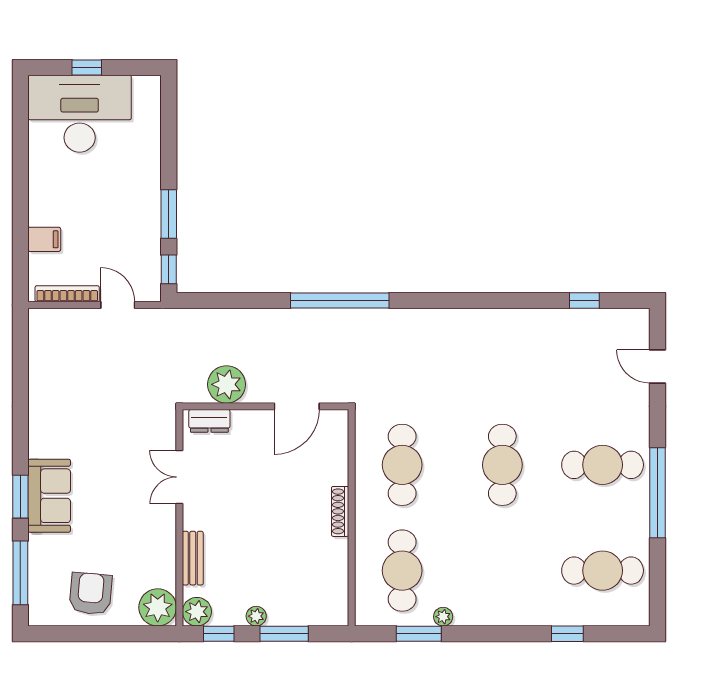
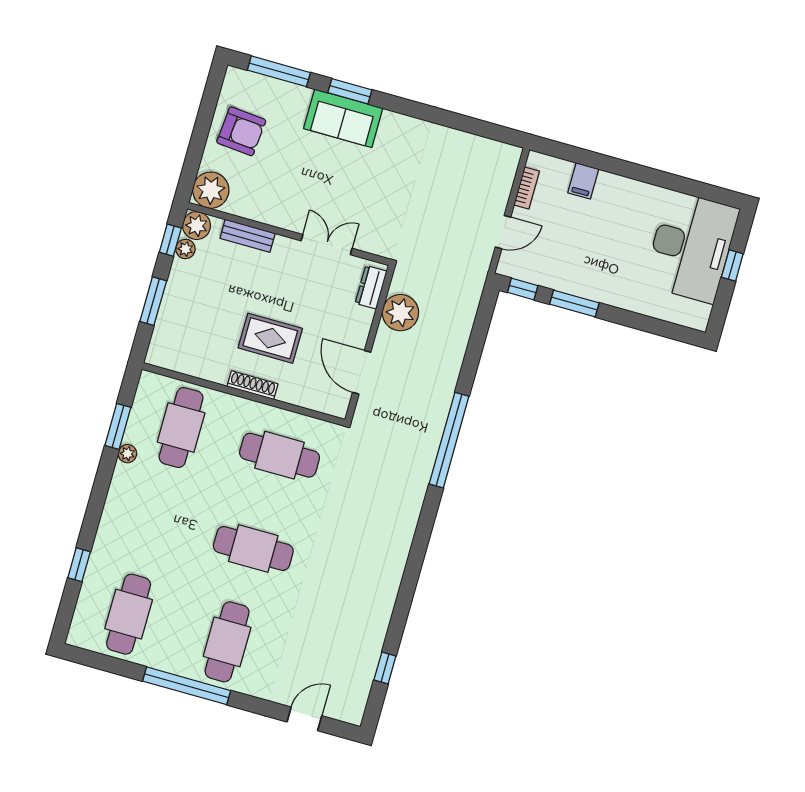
bookcase: (67, 294) -> (527, 188), width x0.64
rug: (288, 507) -> (270, 338), added
cafe table: (402, 571) -> (181, 427), turned 90
plant: (256, 616) -> (185, 249), moved

